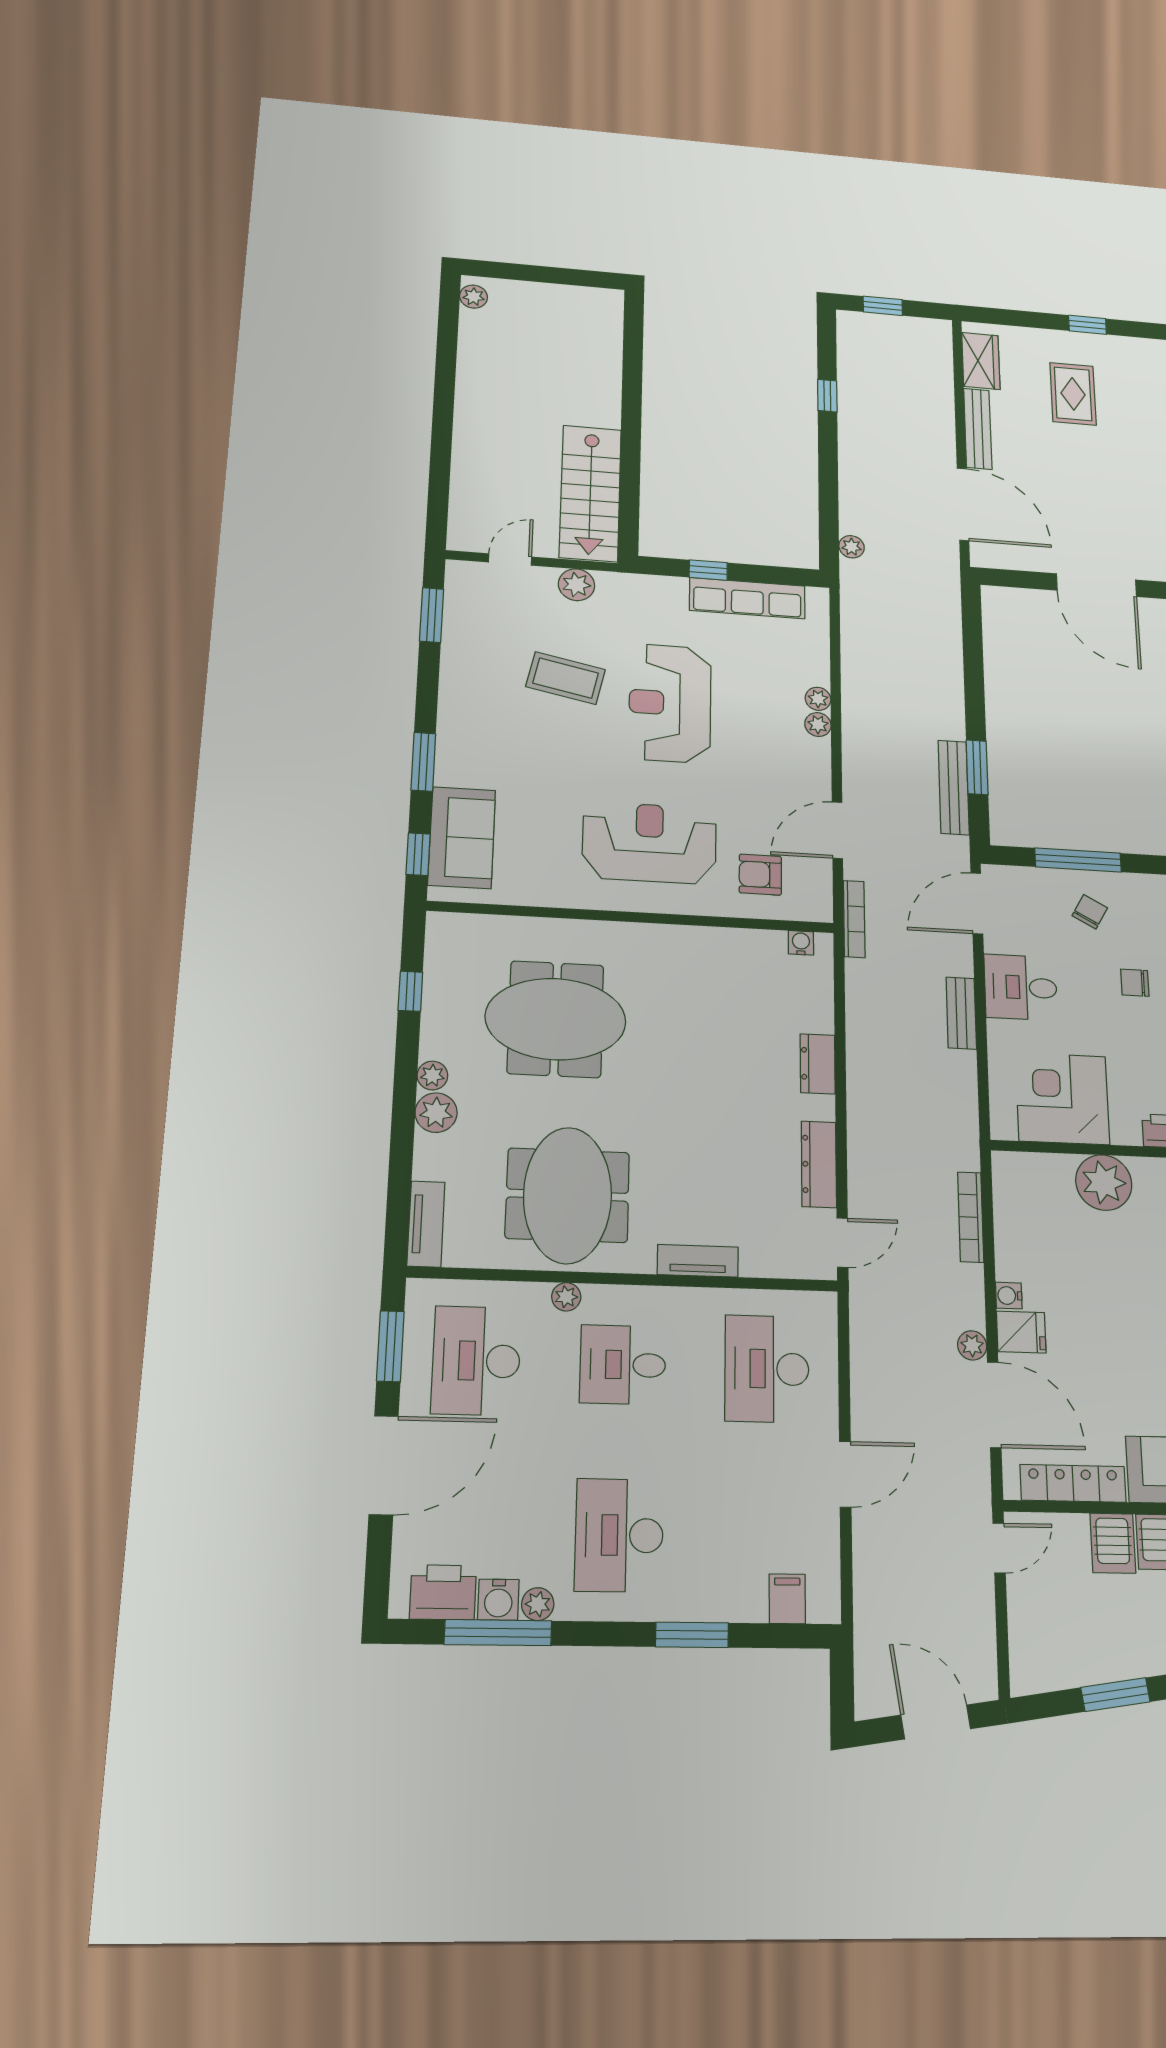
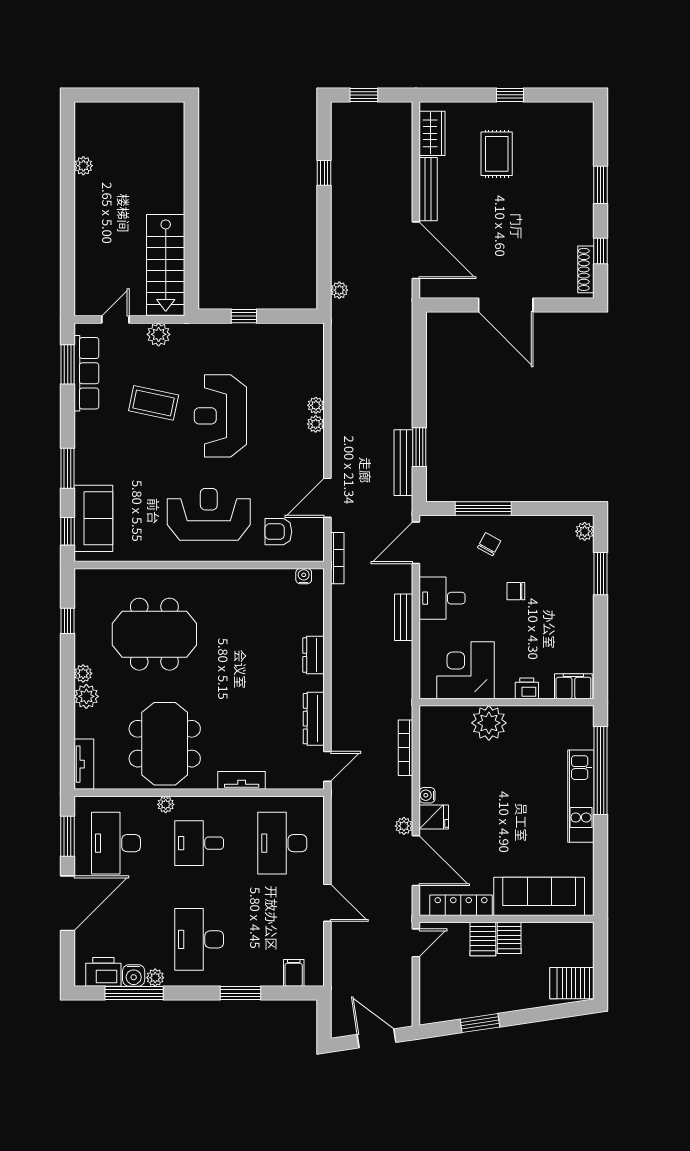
plant: (474, 297) -> (83, 166), moved
row of seats: (747, 598) -> (86, 373), moved, turned -90
door: (845, 1474) -> (327, 903), hinge flipped

